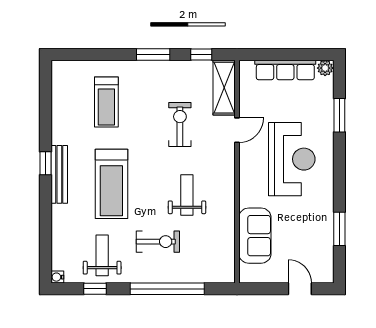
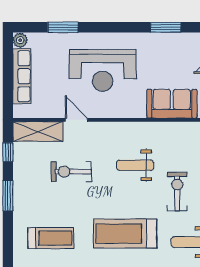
reception desk: (292, 159) -> (103, 70), turned 180
treadmill: (111, 184) -> (125, 234), turned 180

